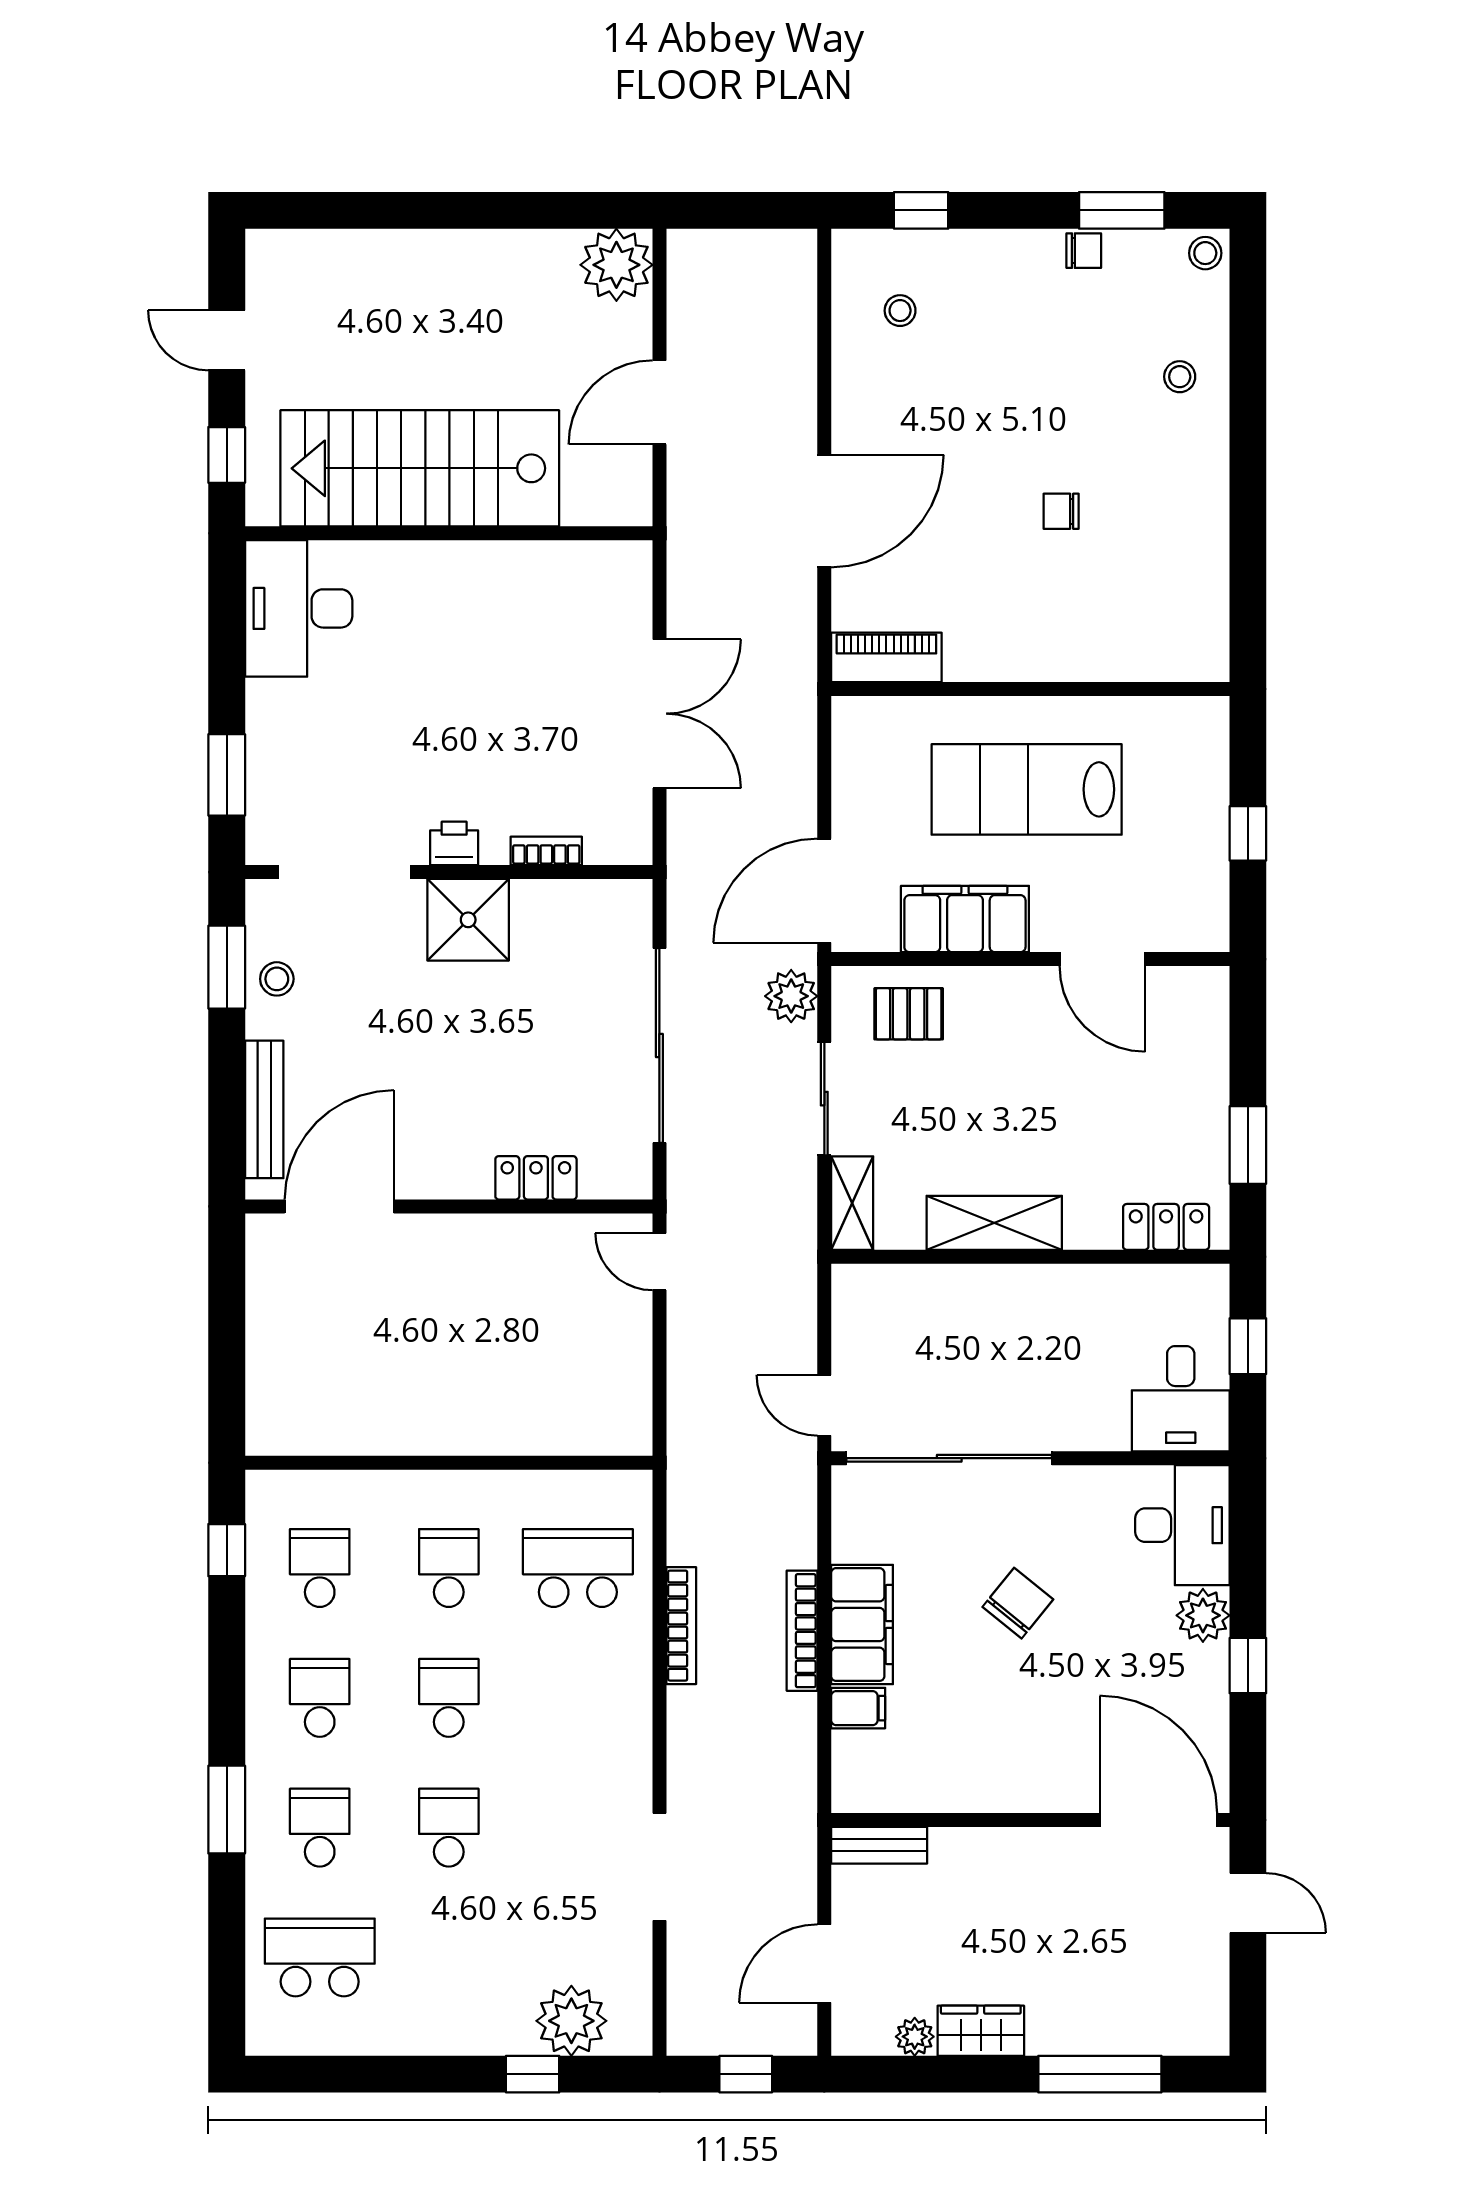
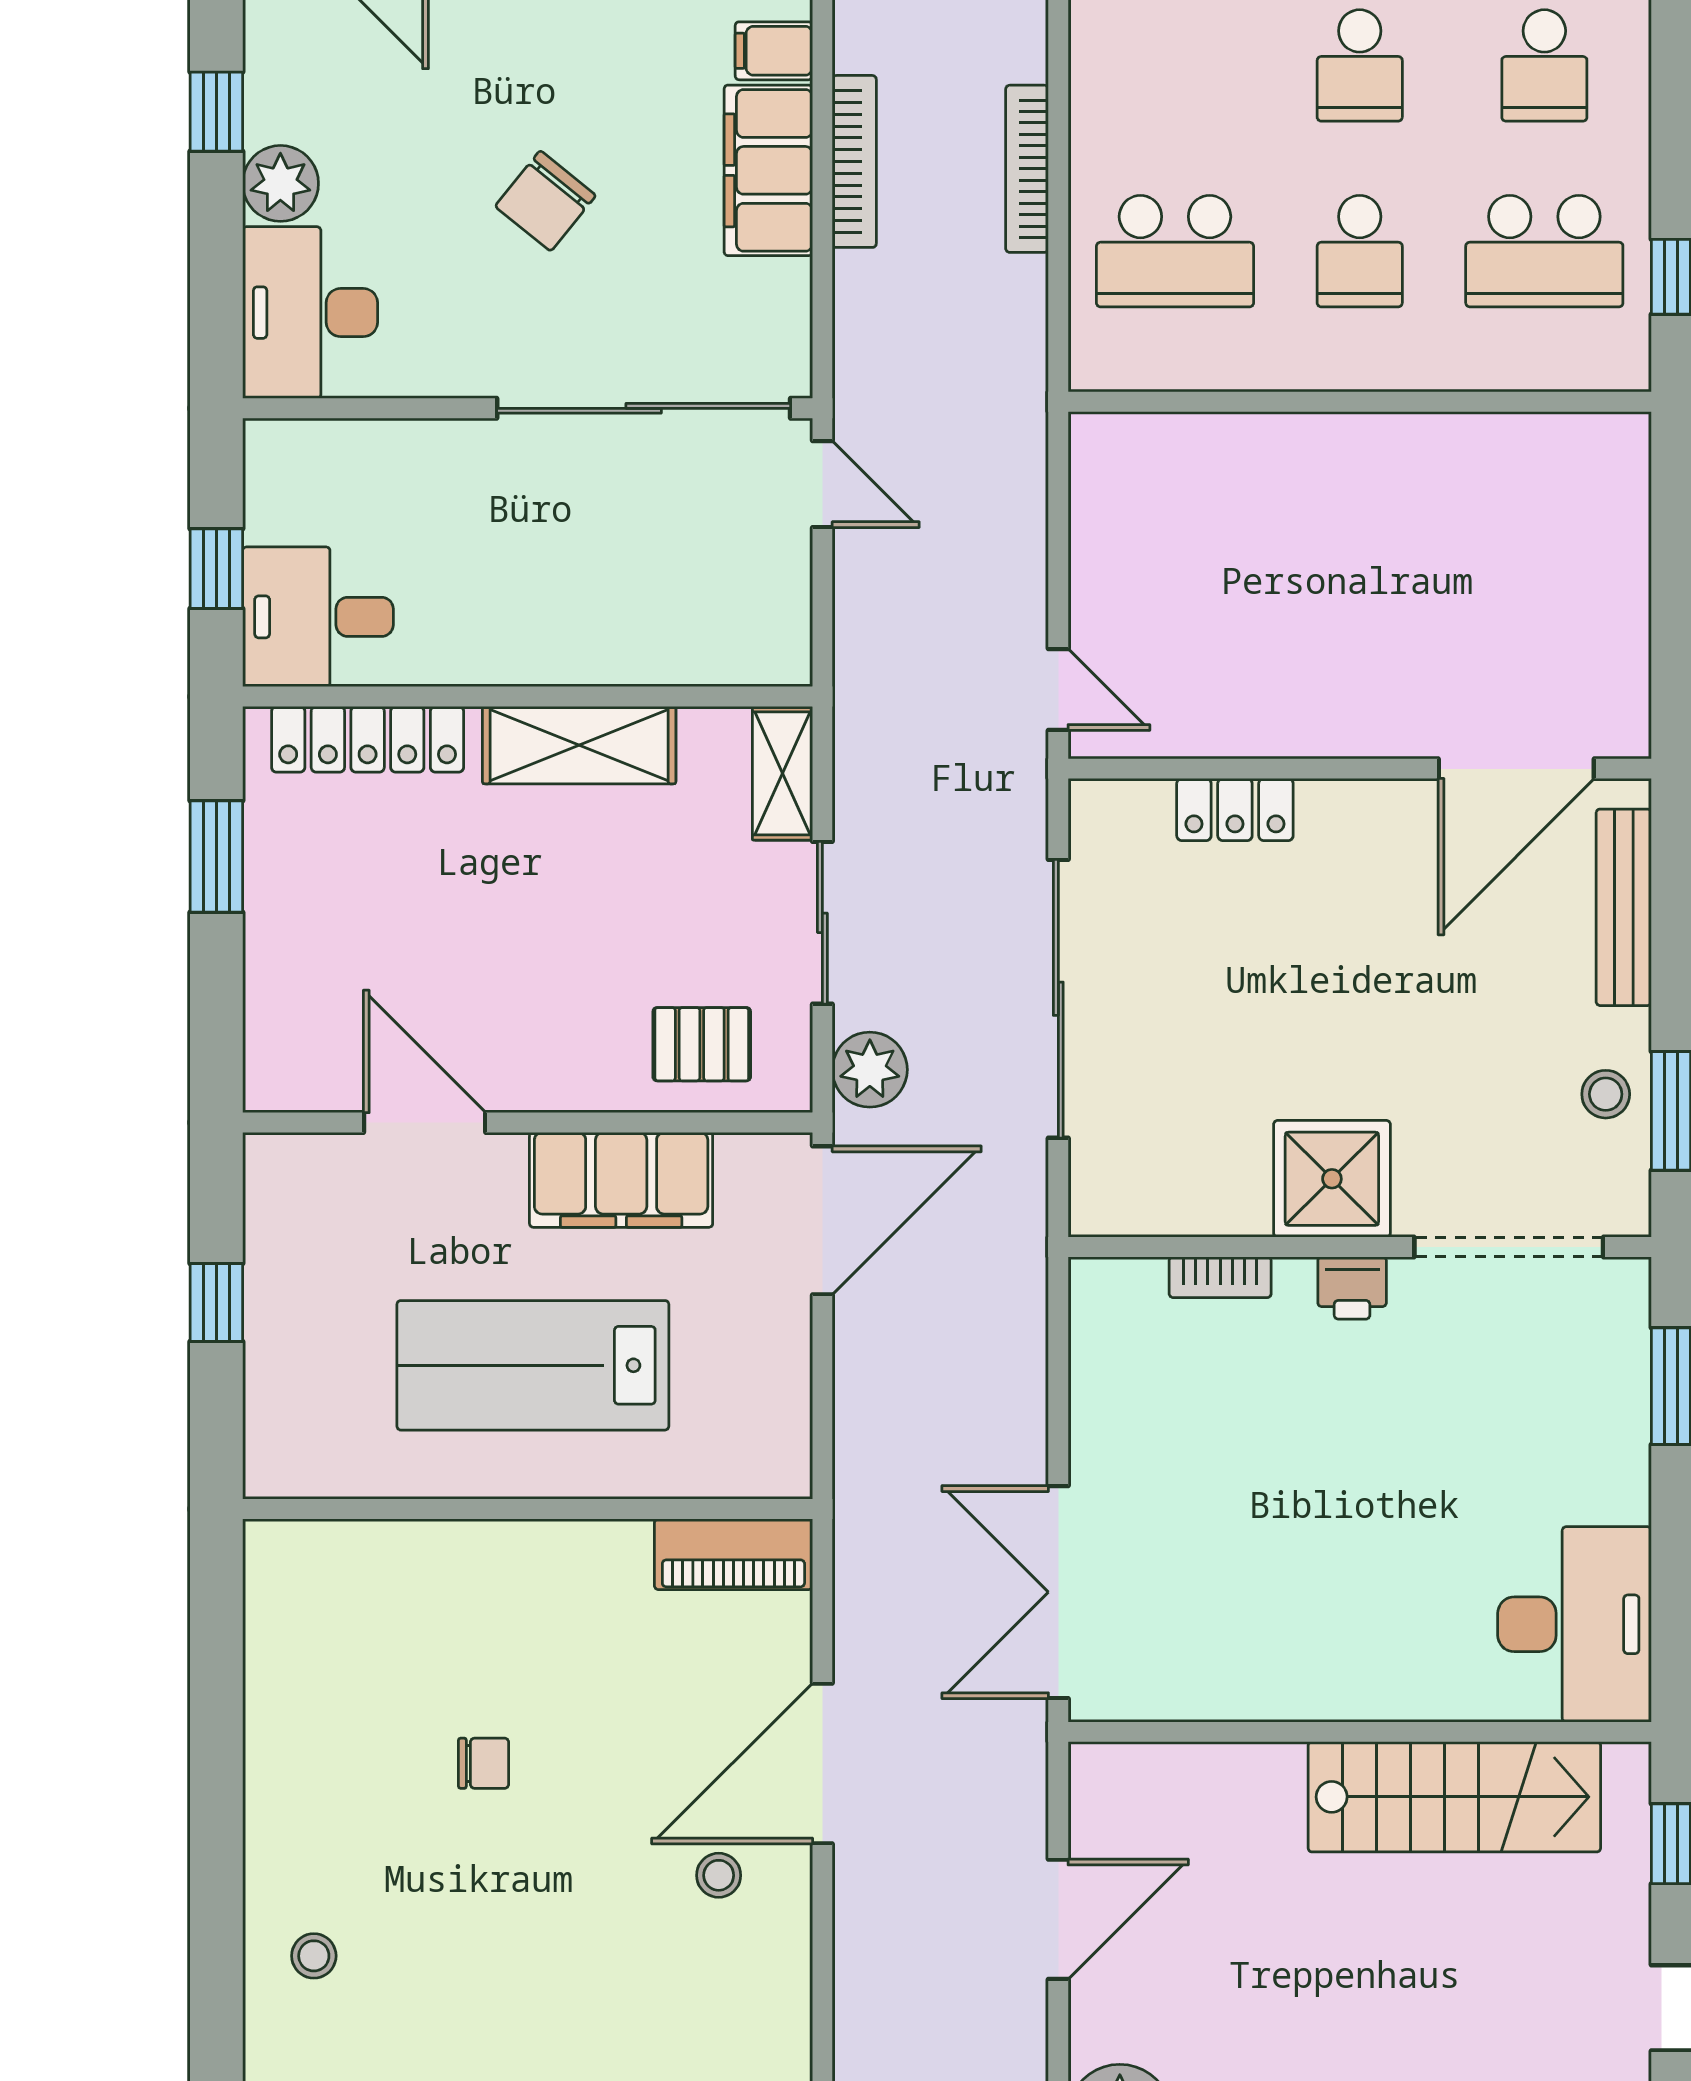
stool: (900, 311) -> (719, 1875), moved
stairs: (420, 468) -> (1454, 1797), width x0.73, depth x0.66
double door: (659, 714) -> (1058, 1592), moved
lab bench: (1027, 789) -> (533, 1365), turned 180
locker: (1166, 1227) -> (368, 739), width x1.53
desk: (1181, 1399) -> (318, 617), moved, turned -90
school desk: (320, 1568) -> (1544, 251), width x1.85

